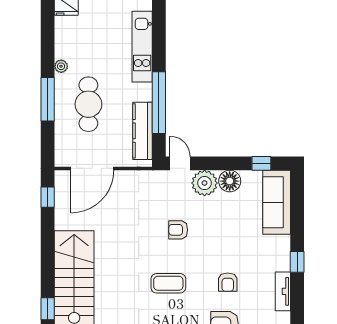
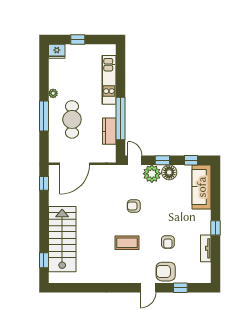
kitchen counter: (143, 131) -> (109, 131), width x0.67
window: (220, 163) -> (162, 160), added

